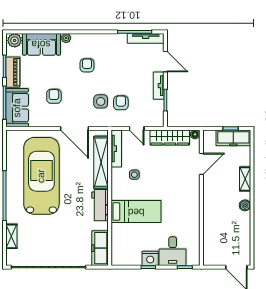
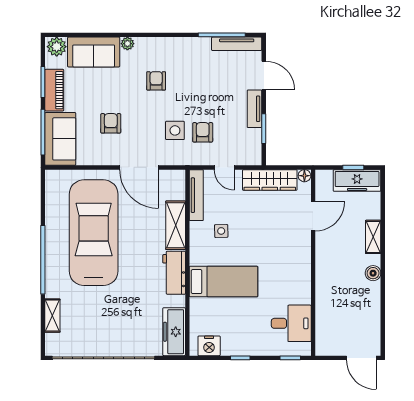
shelving: (101, 162) -> (176, 225), width x0.68
desk: (173, 251) -> (291, 323), moved, turned -90
nightstand: (150, 258) -> (209, 346), moved

